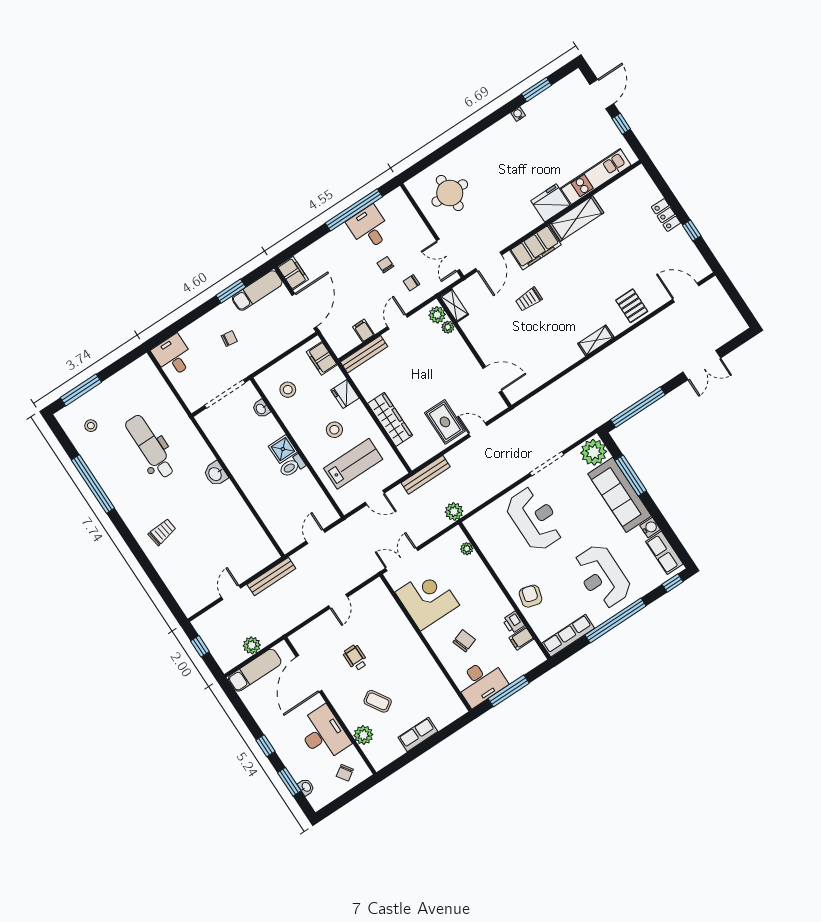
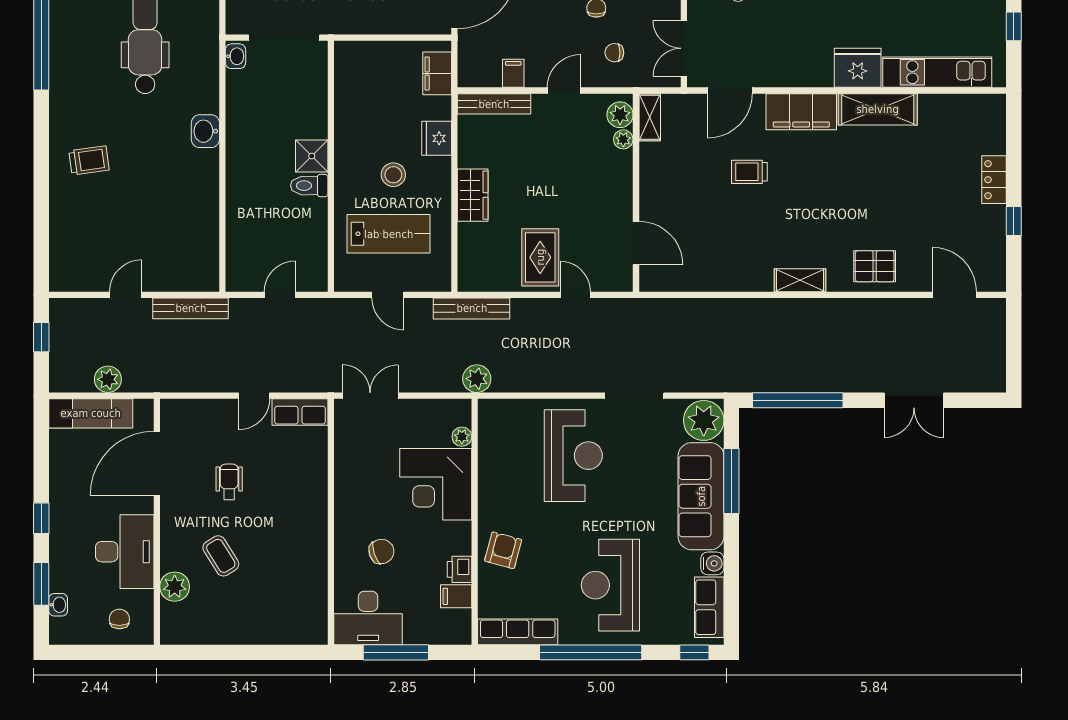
pallet: (632, 306) -> (875, 266), turned 90
stool: (288, 390) -> (368, 85), removed
washbasin: (261, 409) -> (235, 56), moved, turned 180
wardrobe: (390, 419) -> (473, 195), width x0.67
corner desk: (427, 599) -> (436, 484), moved, turned 180
row of seats: (418, 734) -> (300, 412), moved, turned 180
chair: (345, 773) -> (119, 619), turned 124

